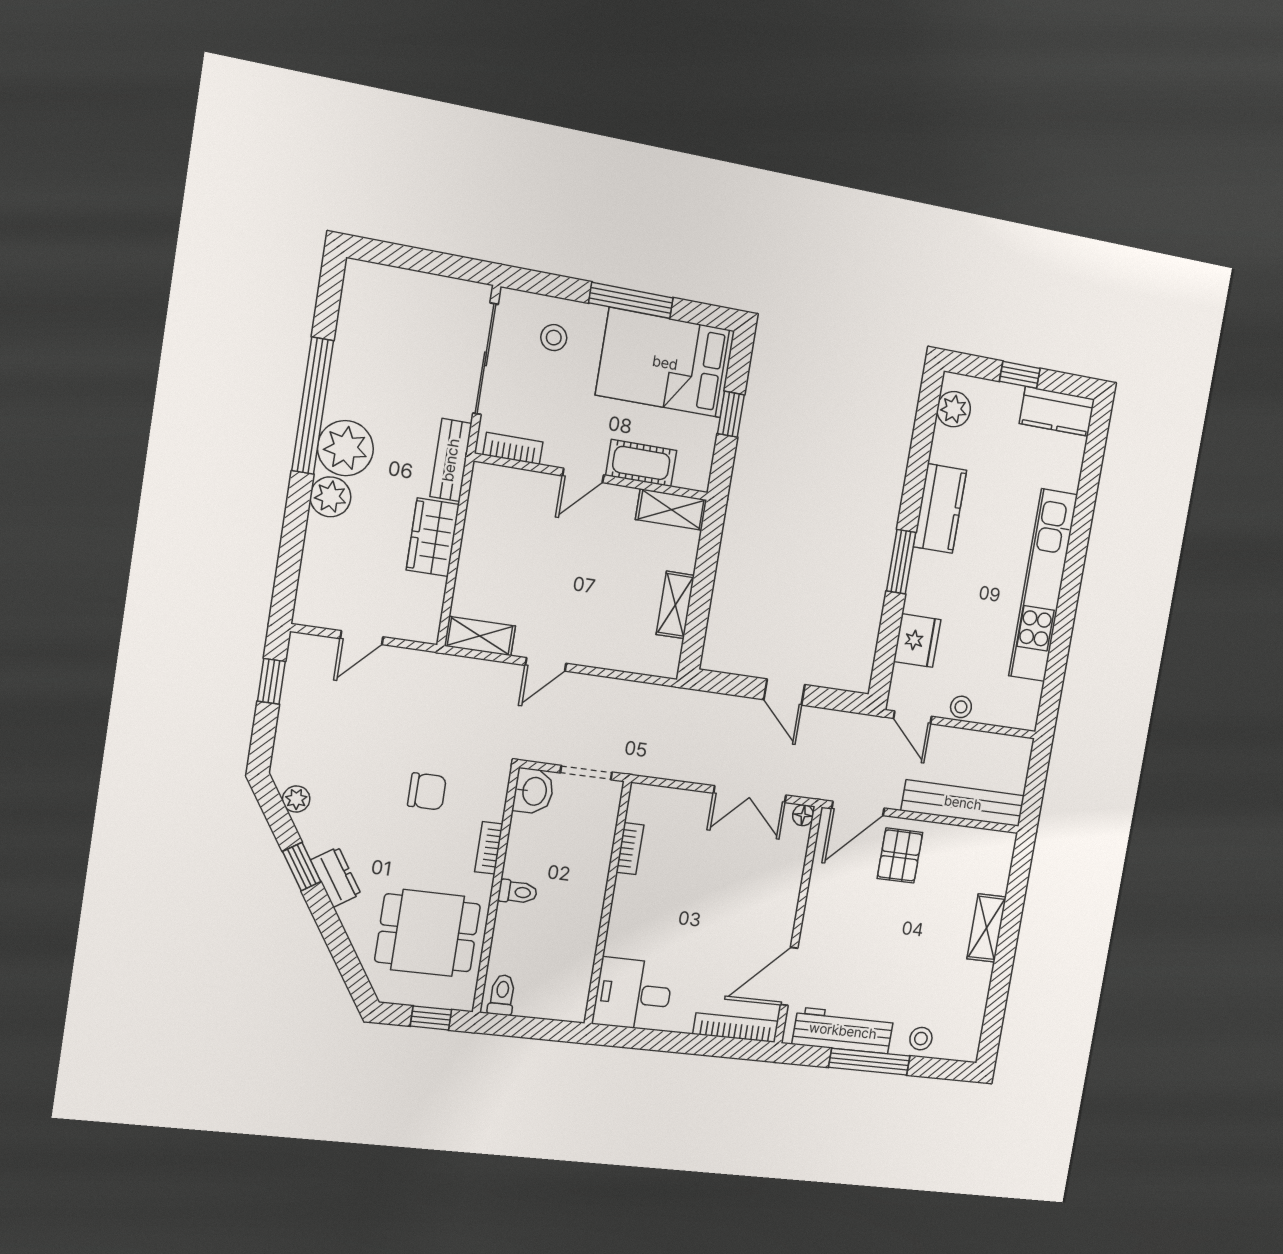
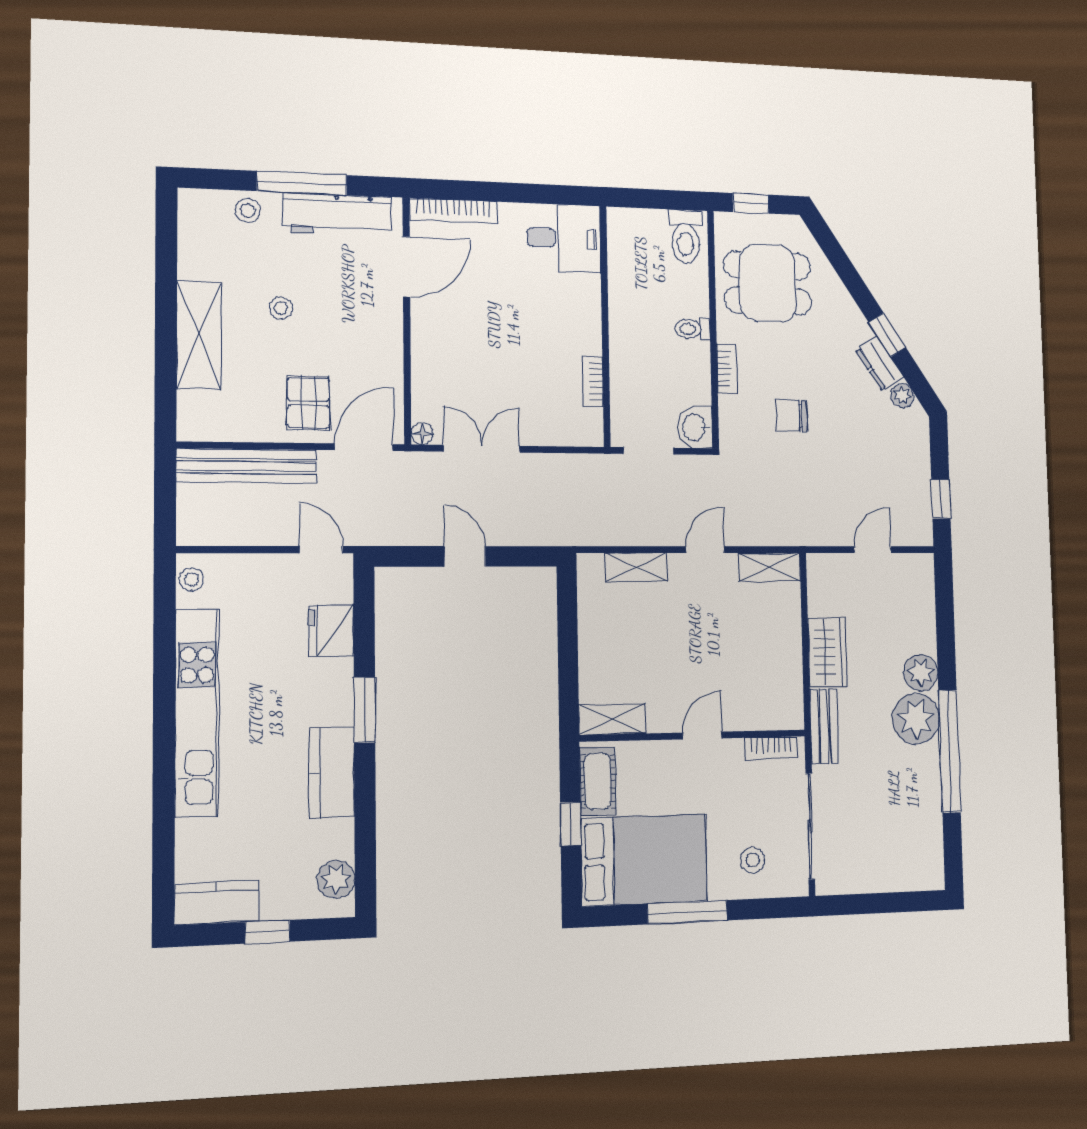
cot: (641, 463) -> (598, 781), moved, turned 90
shelving: (675, 605) -> (636, 567), moved, turned 90
stool: (961, 707) -> (191, 579), moved
dresser: (336, 877) -> (879, 363), moved
shelving: (987, 928) -> (199, 335), width x1.50, depth x1.33
stool: (908, 946) -> (281, 308), added
toilet: (502, 995) -> (686, 236), width x1.37, depth x1.39

